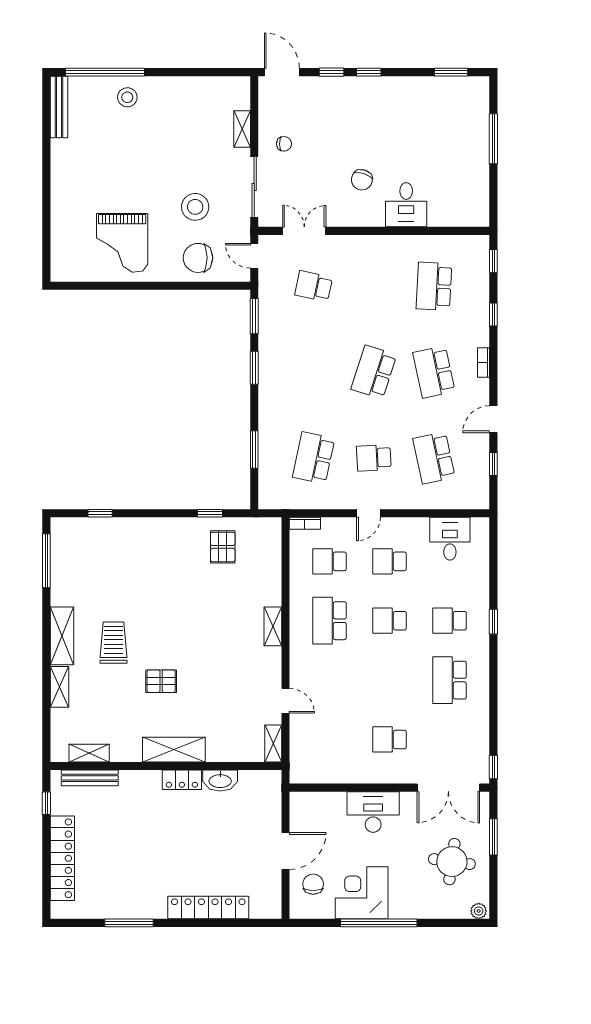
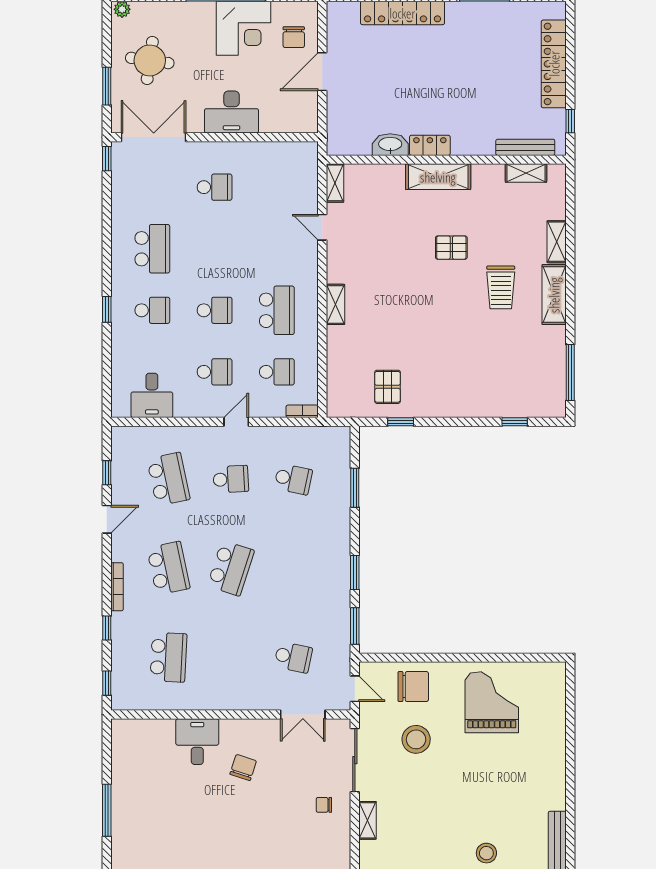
bookcase: (483, 363) -> (117, 587), width x1.56
school desk: (314, 458) -> (293, 479), width x0.54

